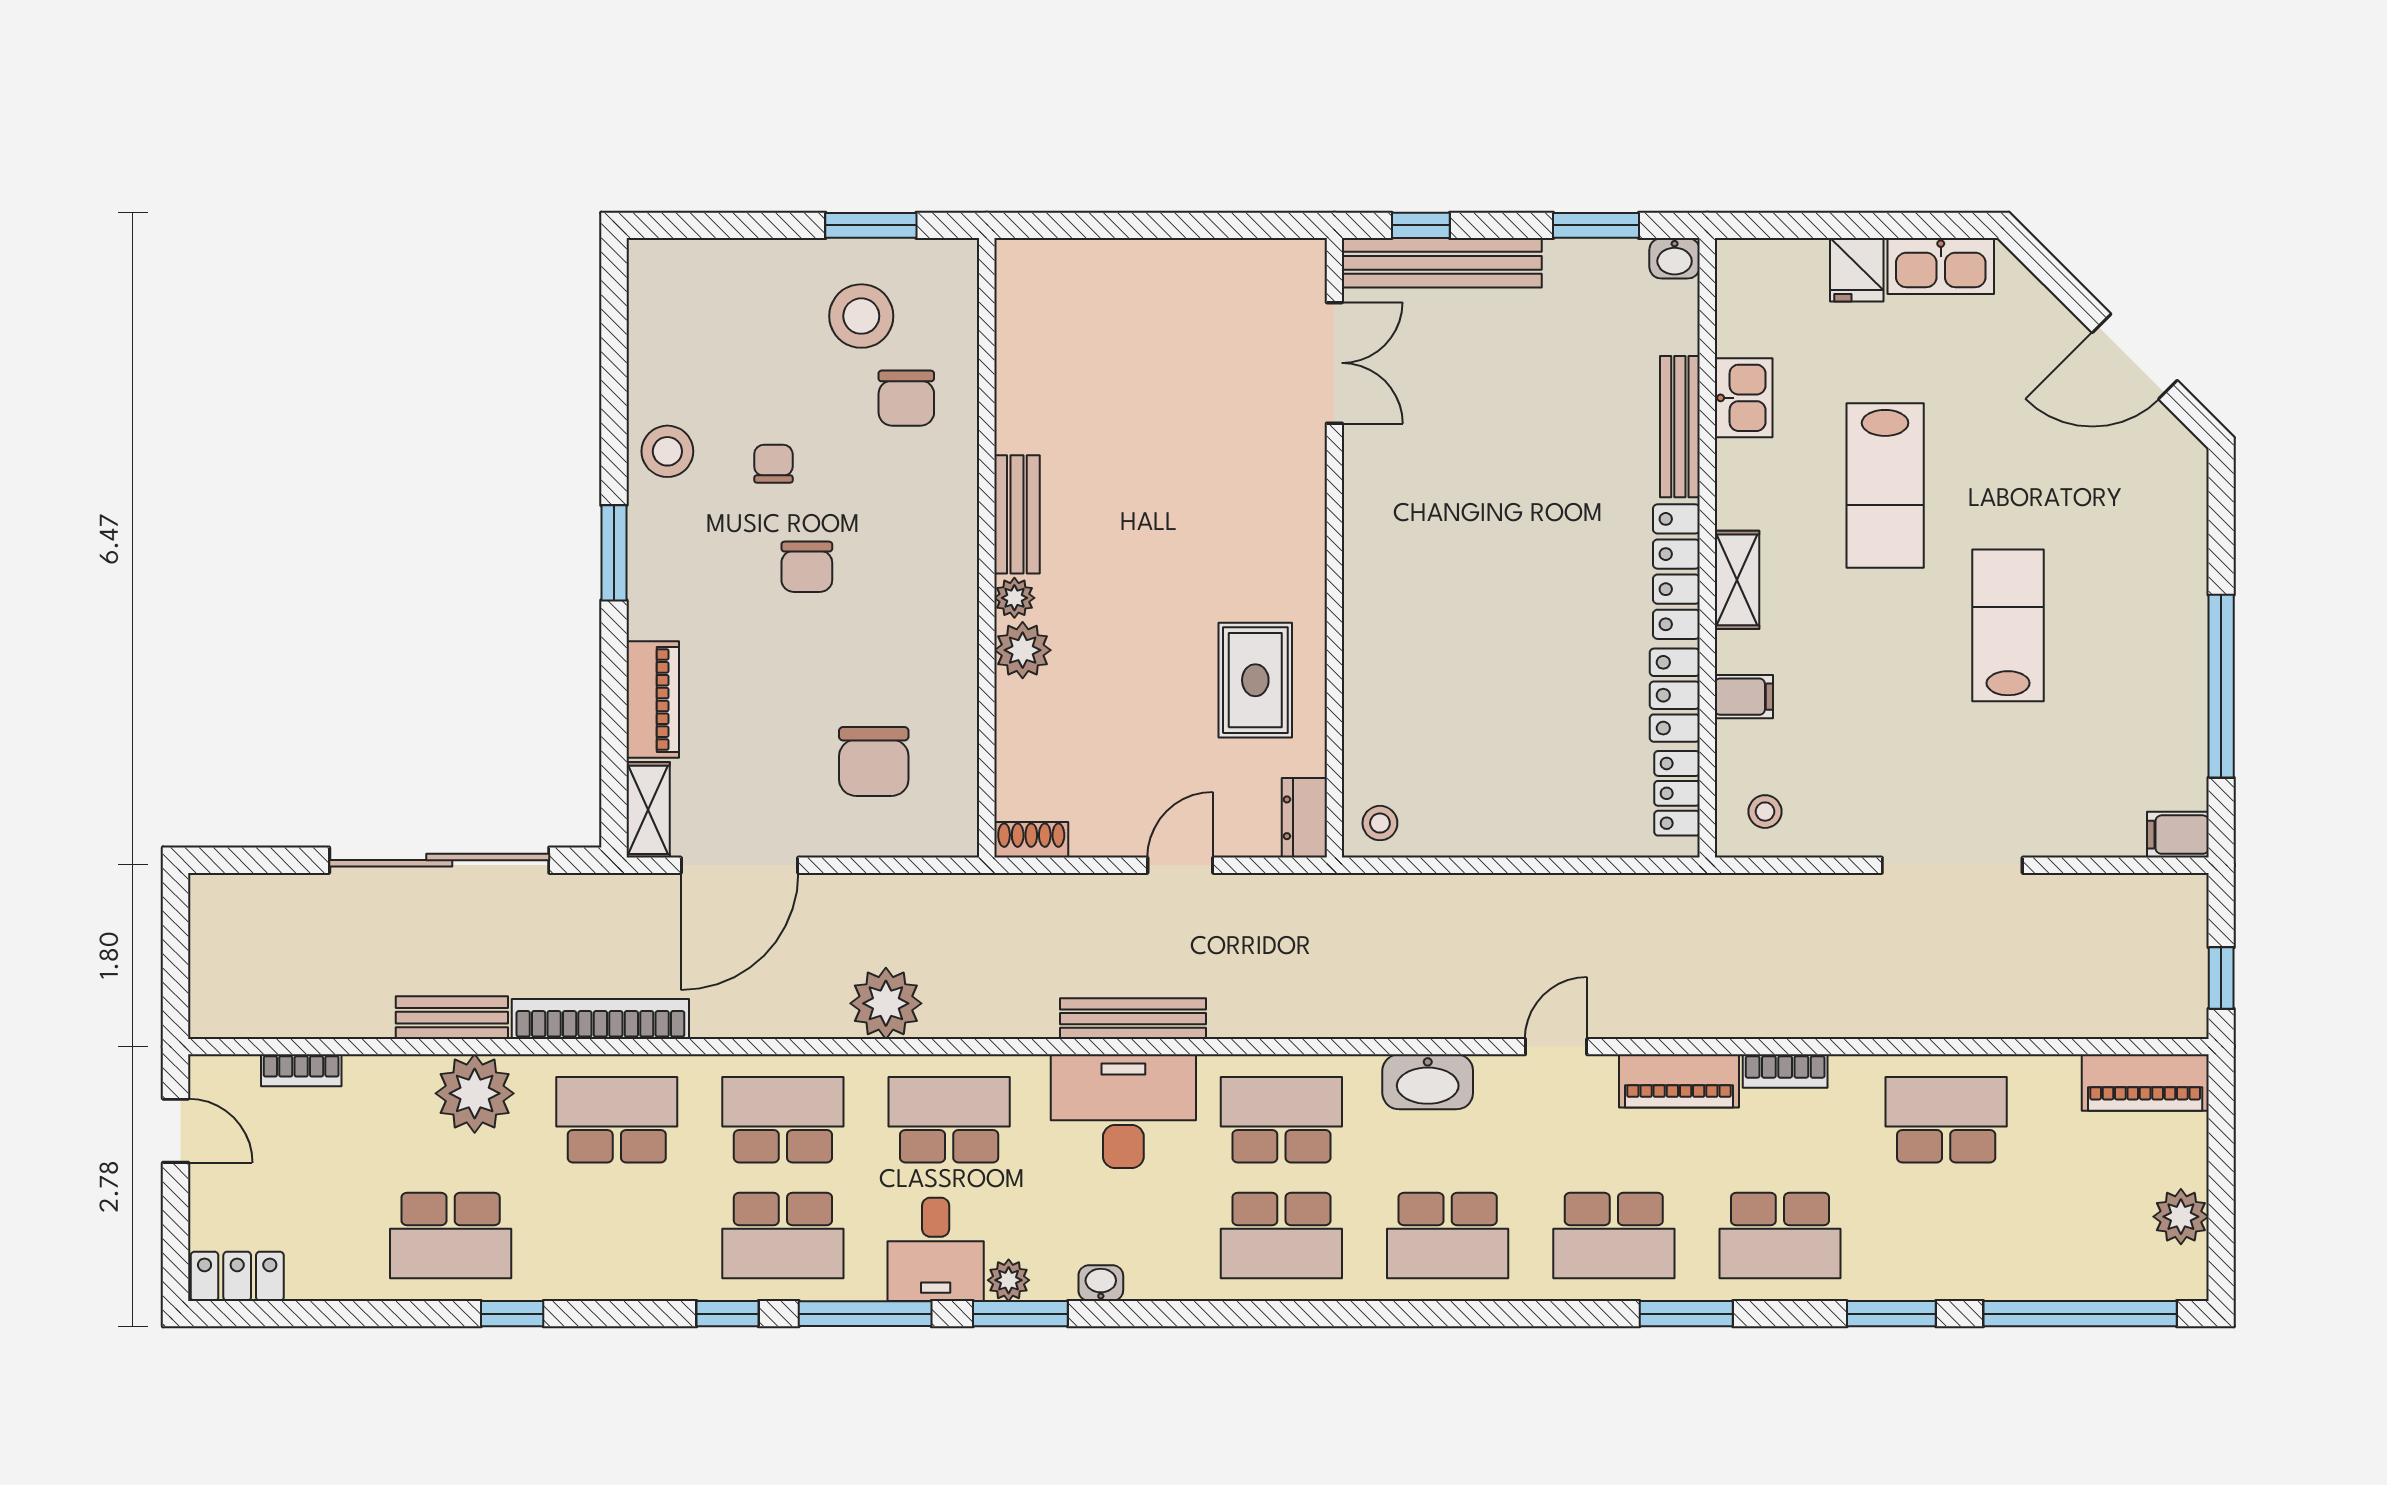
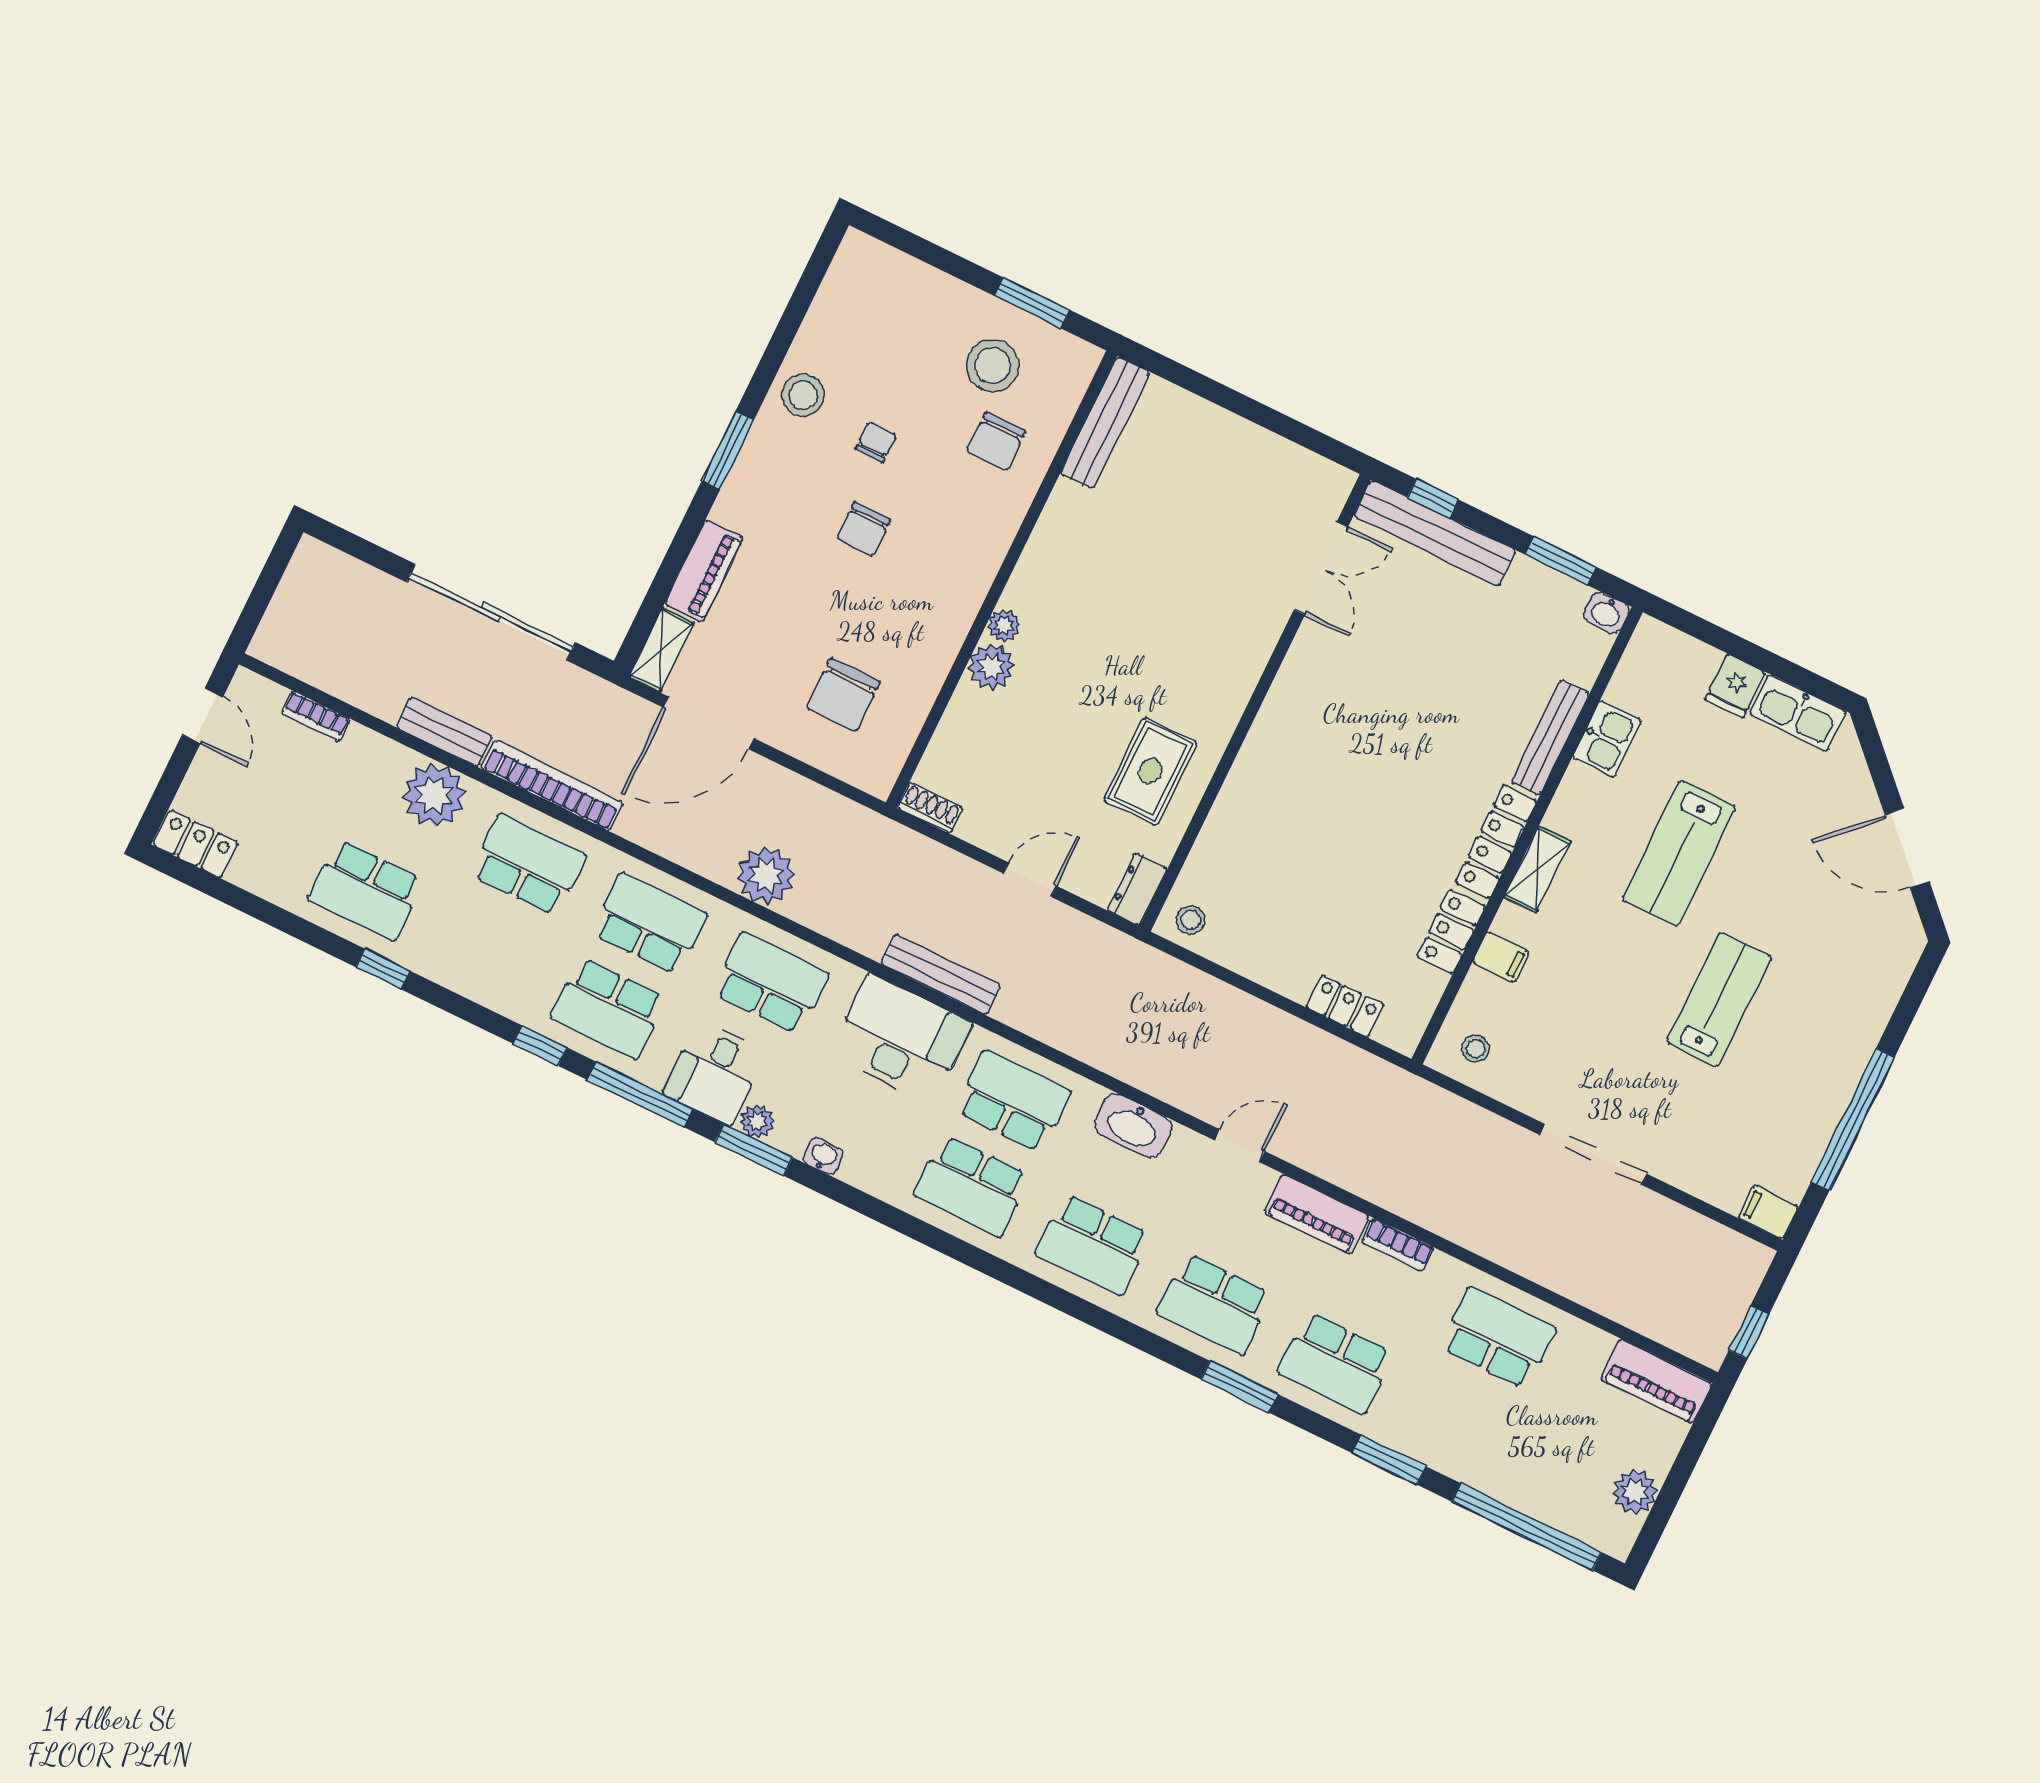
bench: (1017, 514) -> (1105, 423), moved, width x1.36
locker: (1677, 793) -> (1345, 1006), moved, turned 90

